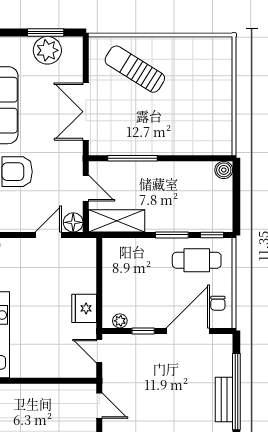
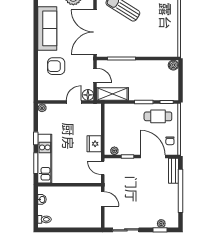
double door: (86, 112) -> (95, 32), width x1.36
door: (188, 331) -> (153, 156), hinge flipped
bench: (224, 399) -> (173, 171), moved

